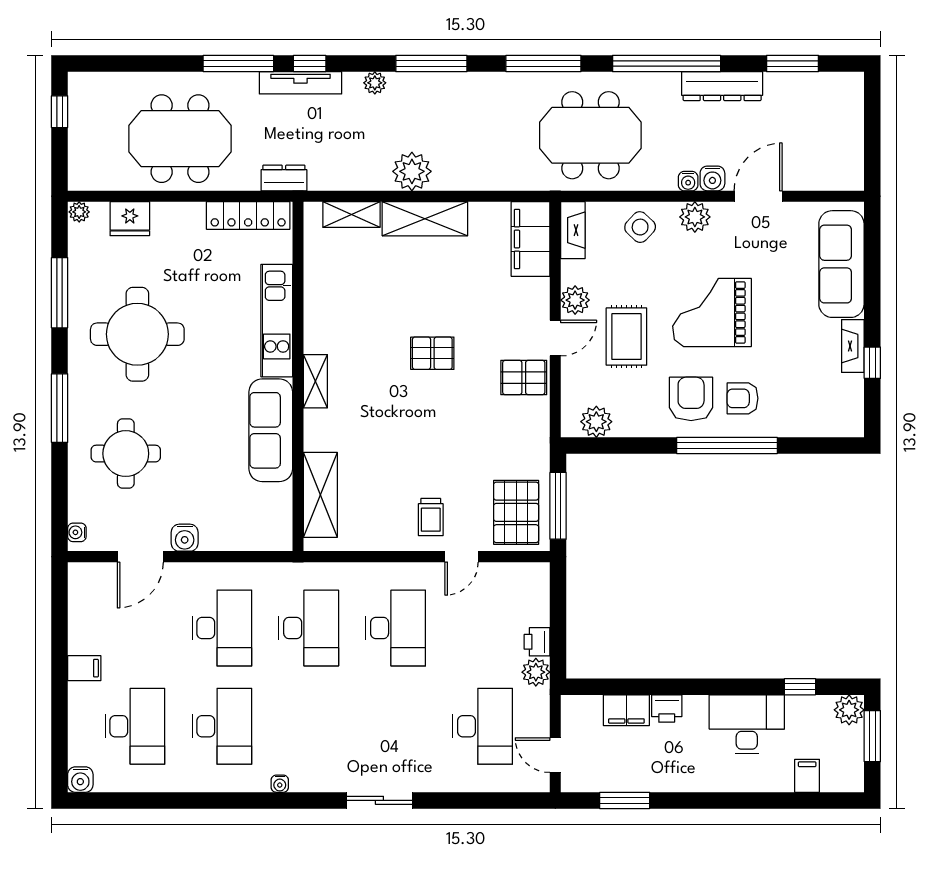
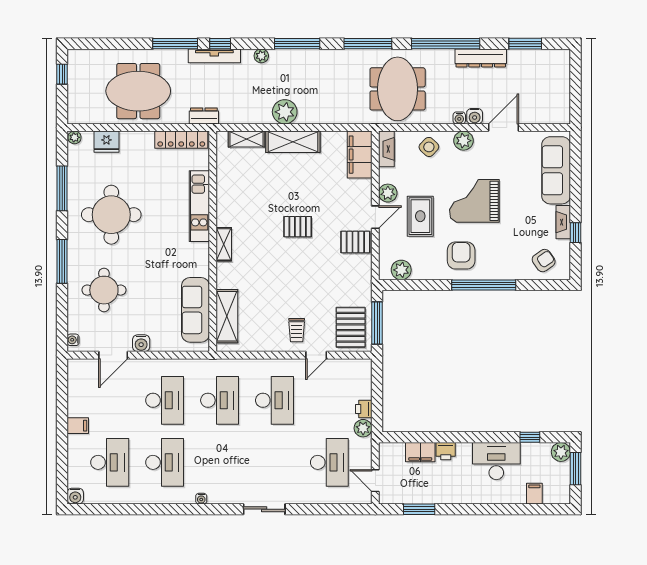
meeting table: (590, 135) -> (398, 89), turned 90
armchair: (742, 398) -> (544, 261), moved, turned 145
sofa: (271, 430) -> (196, 310), moved

